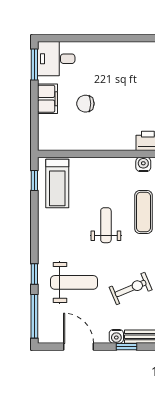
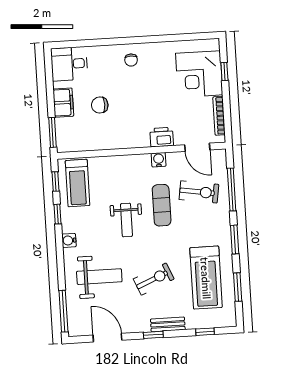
chair: (121, 59) -> (131, 60), added
window: (34, 64) -> (52, 132), moved
weight bench: (106, 225) -> (126, 220), turned 180
window: (34, 274) -> (57, 214), moved
water cooler: (116, 336) -> (69, 240), moved, turned 90

